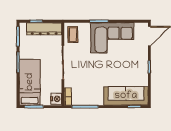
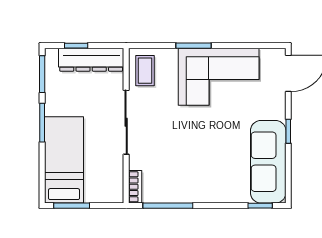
sofa: (126, 96) -> (268, 162), moved, turned -90
nightstand: (56, 99) -> (114, 191), removed

